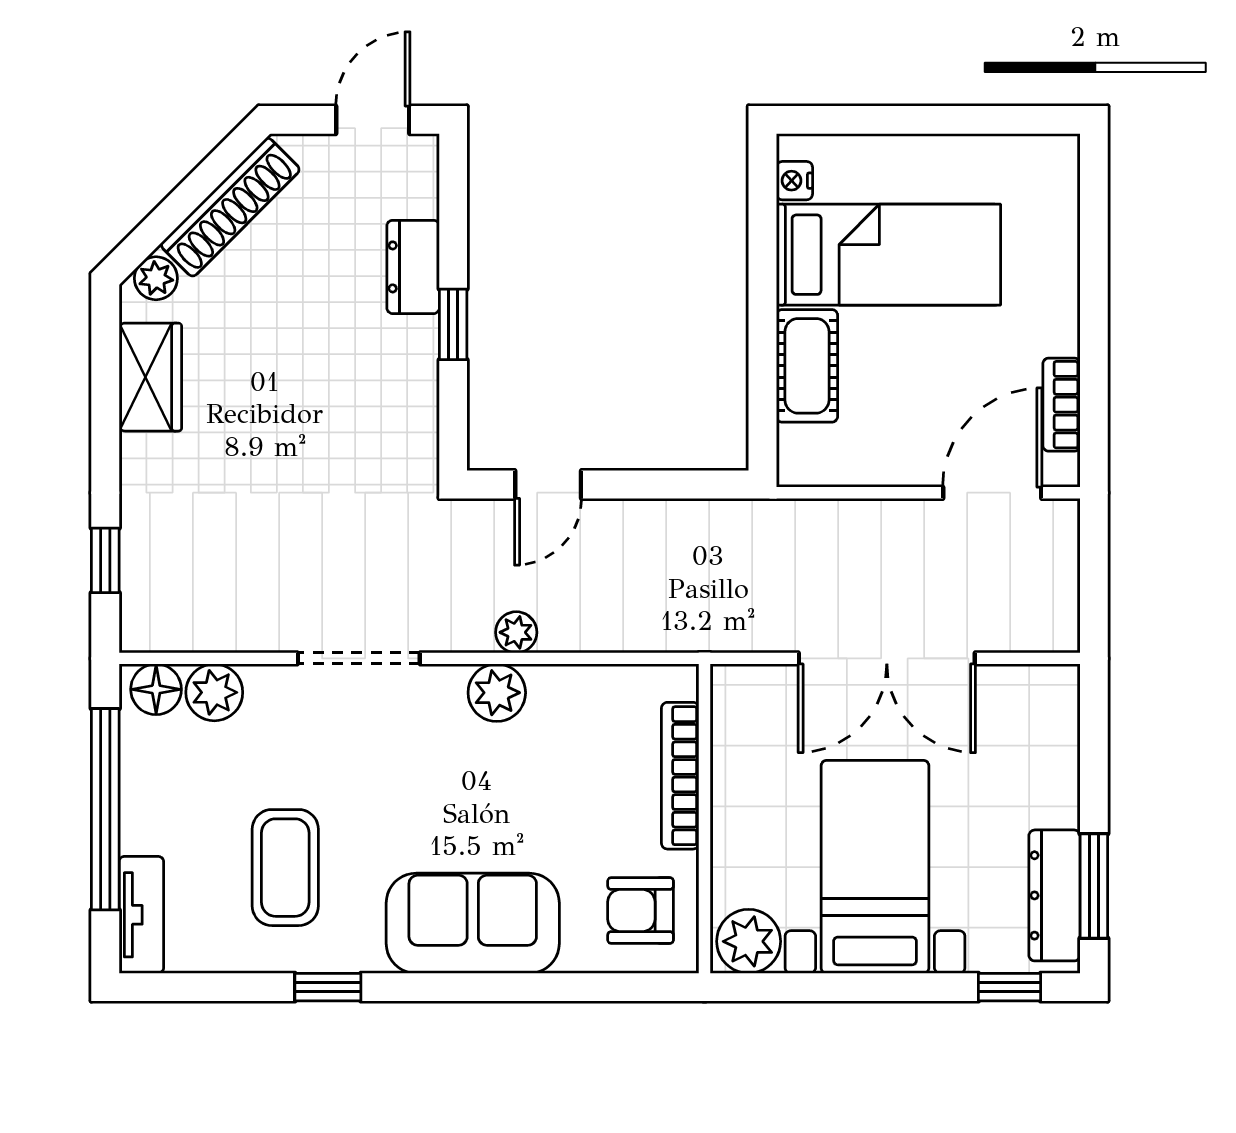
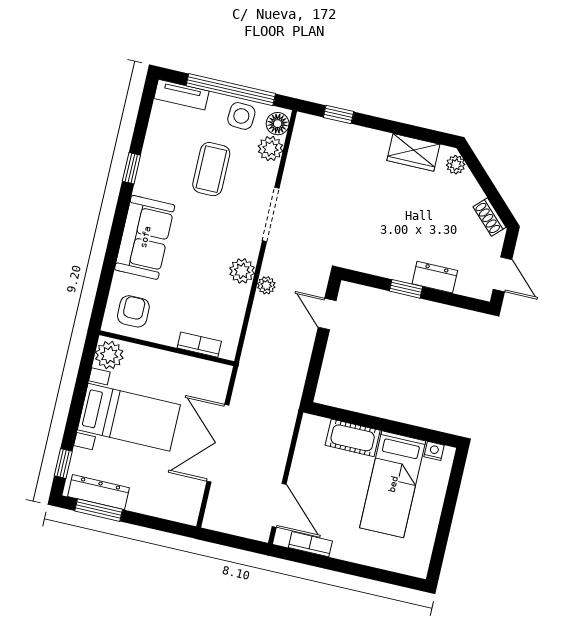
shoe rack: (230, 207) -> (490, 217), width x0.51, depth x0.81
side table: (158, 773) -> (241, 116), added
bookcase: (680, 776) -> (199, 345), width x0.64
coffee table: (285, 868) -> (211, 169), moved, turned 90

